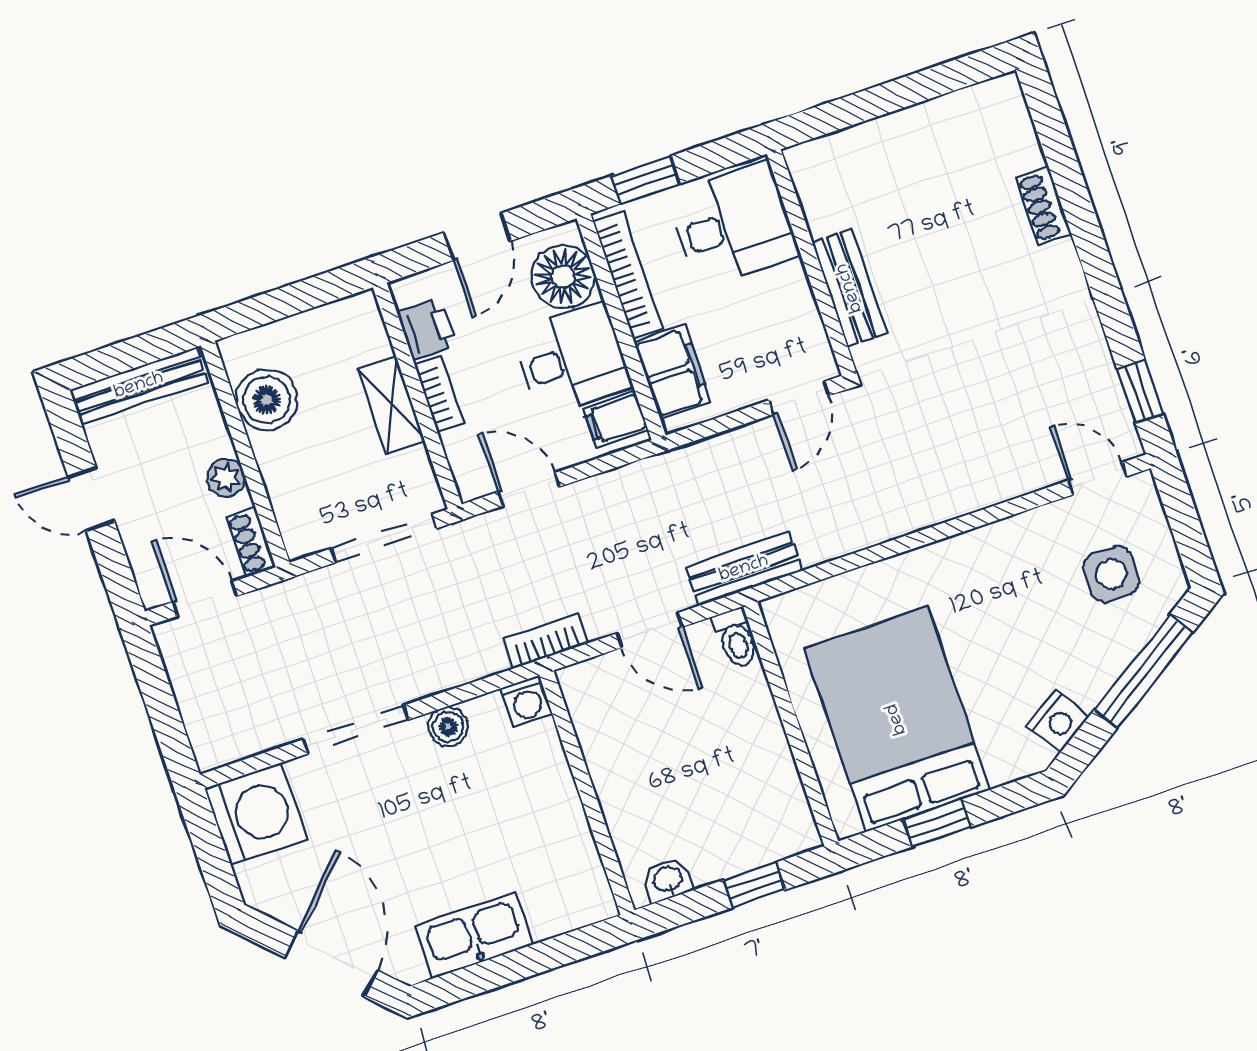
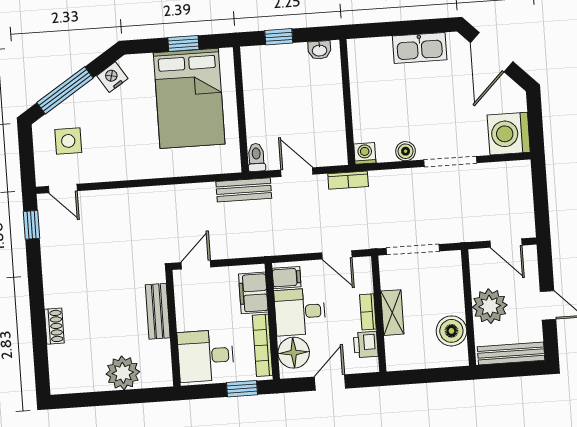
plant: (886, 150) -> (123, 373), added
plant: (226, 478) -> (490, 306), width x1.87, depth x1.87
shoe rack: (251, 542) -> (477, 265), removed

